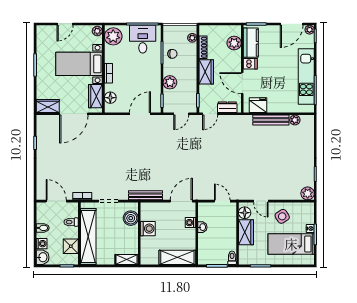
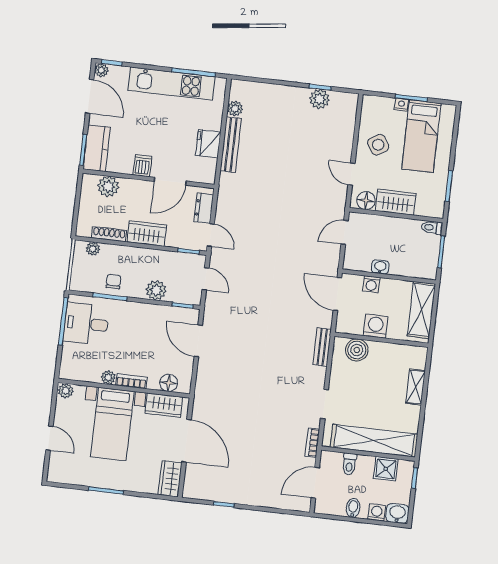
plant: (113, 36) -> (108, 378), moved, width x0.53, depth x0.53
kitchen counter: (251, 43) -> (97, 148), moved, turned 90
fridge: (258, 105) -> (208, 144), moved
plant: (308, 193) -> (320, 99), moved
bench: (146, 195) -> (322, 347), width x0.73
door: (261, 201) -> (351, 174), swing flipped
boiler: (131, 218) -> (357, 350), moved
washing machine: (148, 229) -> (376, 326), moved
wall: (139, 234) -> (381, 340), moved

